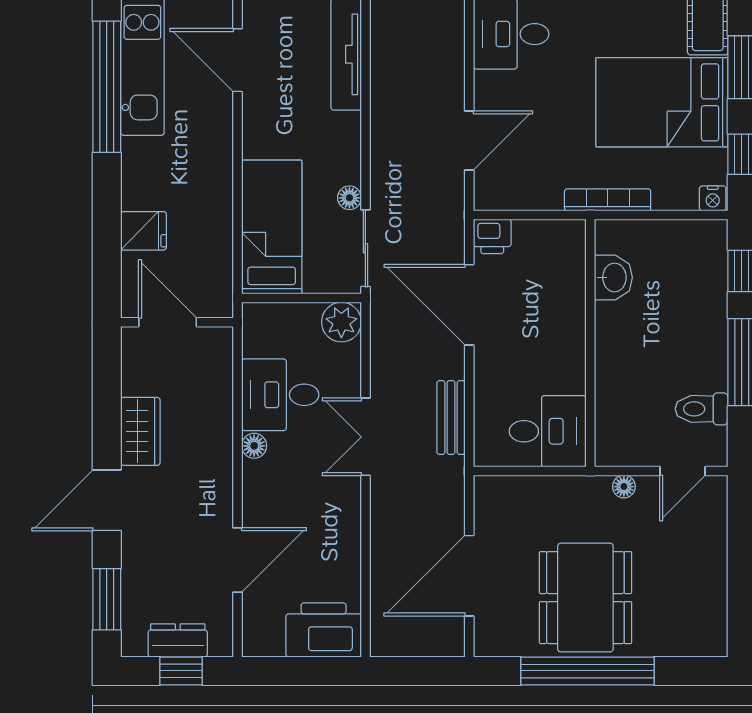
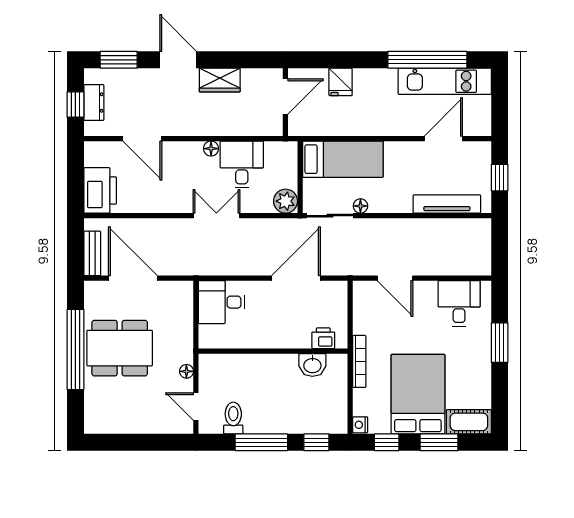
printer: (492, 236) -> (323, 338), moved, turned 90
bench: (451, 418) -> (92, 253), moved, turned 90
desk: (548, 431) -> (222, 302), moved, turned 90

